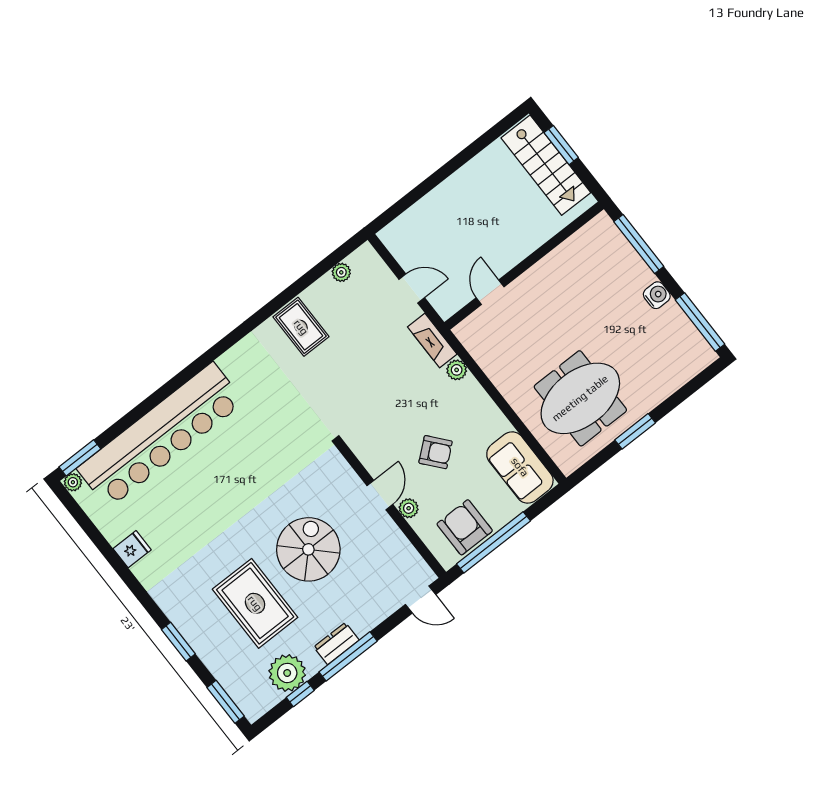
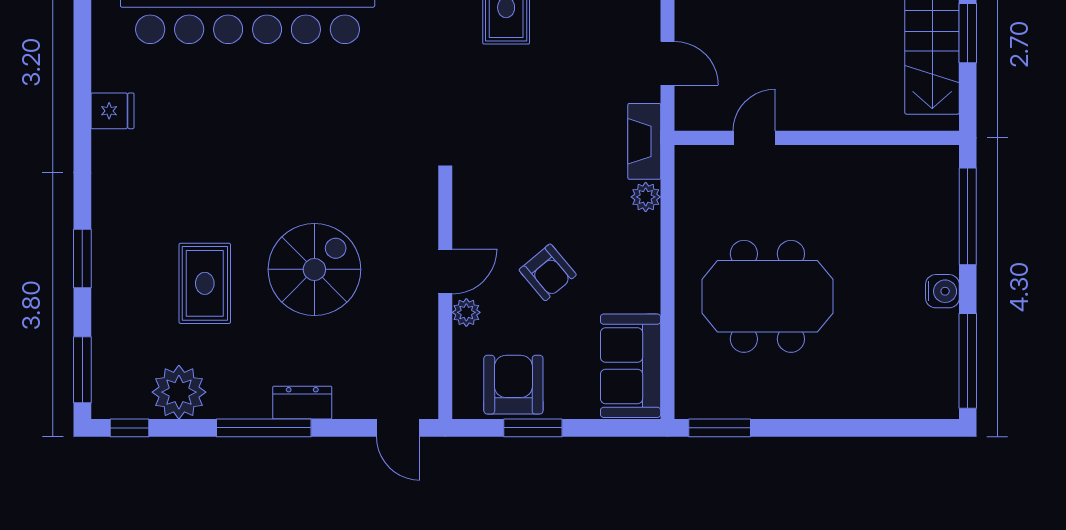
meeting table: (580, 398) -> (767, 296), moved
window: (635, 431) -> (720, 428), moved
window: (493, 542) -> (533, 428), width x0.47
rug: (255, 603) -> (205, 283), width x0.73, depth x0.70
dresser: (336, 644) -> (302, 403), moved
window: (300, 694) -> (129, 428), moved

